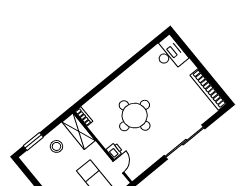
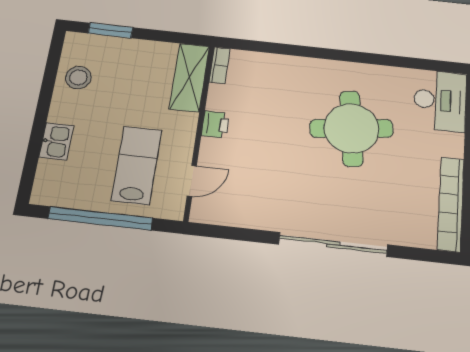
round table: (135, 116) -> (351, 128), moved
stool: (56, 146) -> (78, 78), moved
printer: (115, 151) -> (215, 124), moved

